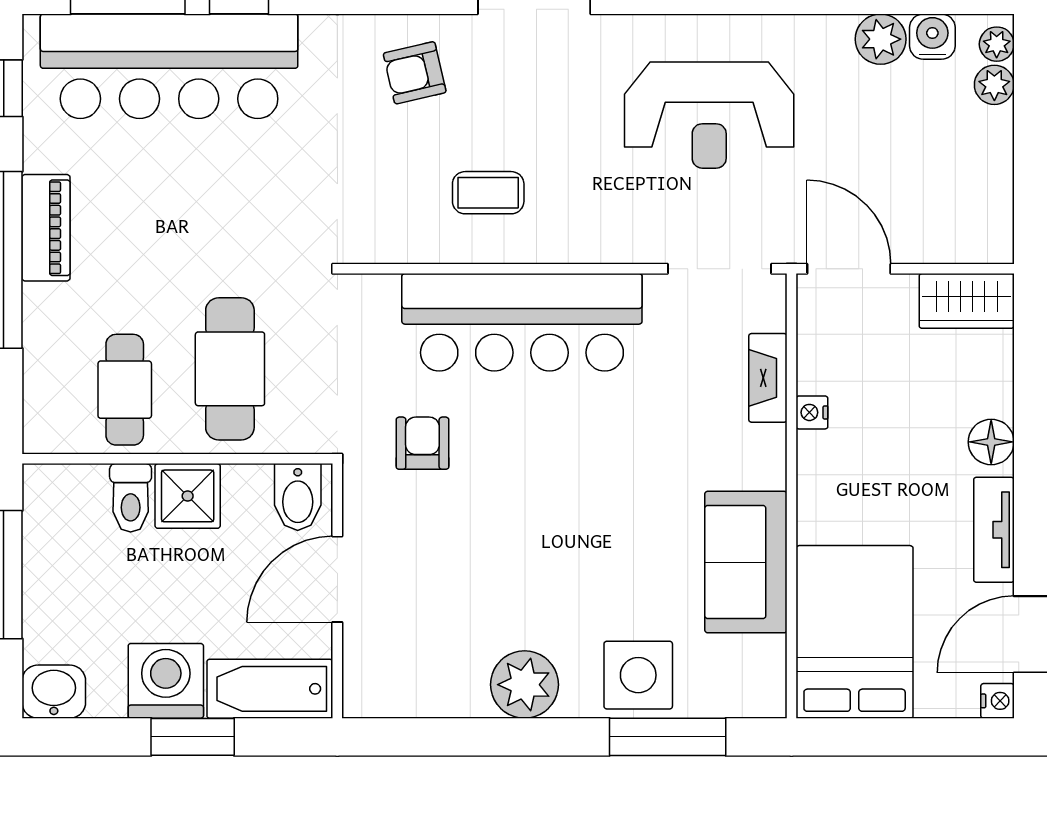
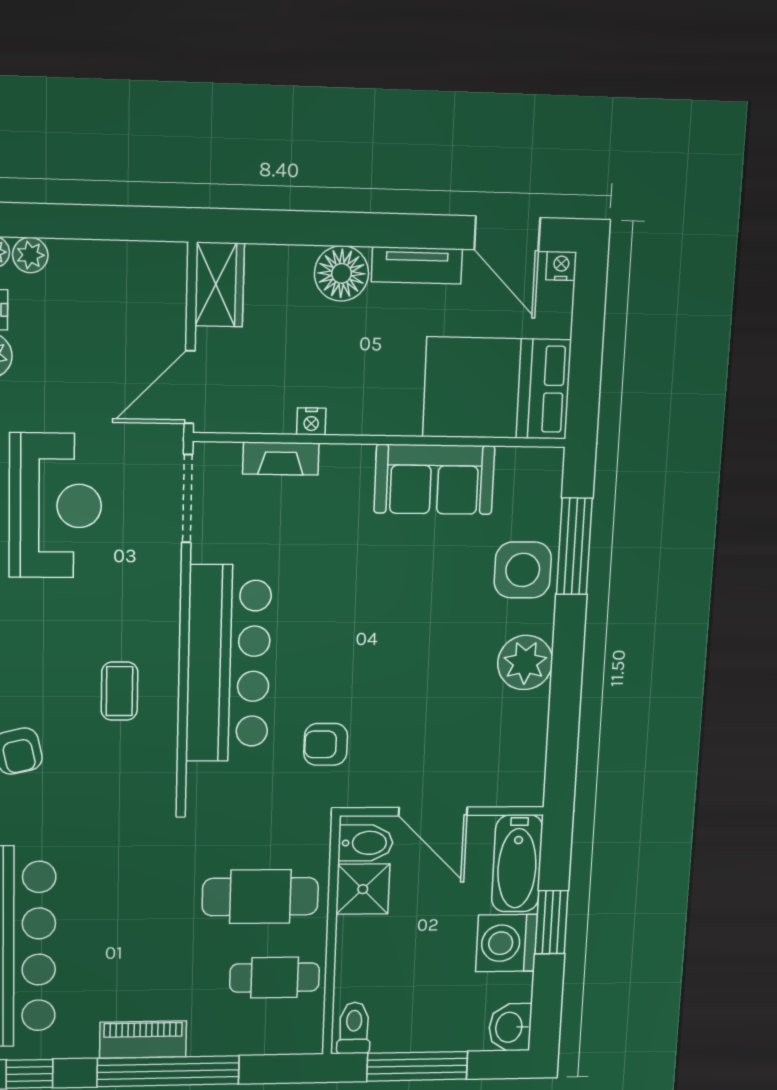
floor lamp: (991, 442) -> (342, 273), width x1.38, depth x1.38
shower: (188, 496) -> (363, 889), moved
toilet: (131, 498) -> (354, 1028), moved, turned -90

